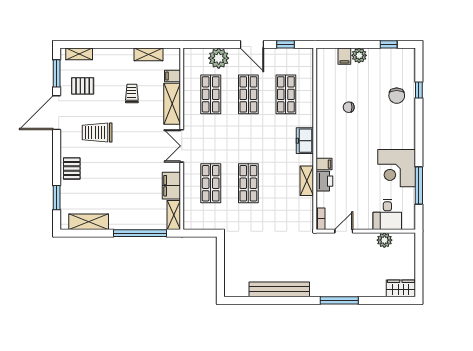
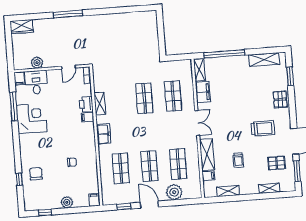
shelving: (79, 54) -> (269, 188), moved
filing cabinet: (344, 56) -> (94, 200), moved
filing cabinet: (409, 221) -> (19, 79), added
bench: (279, 289) -> (115, 19), removed

